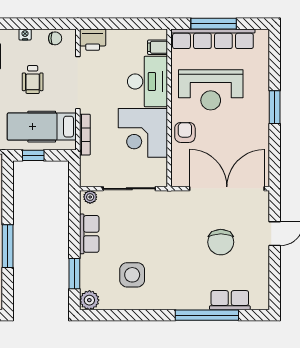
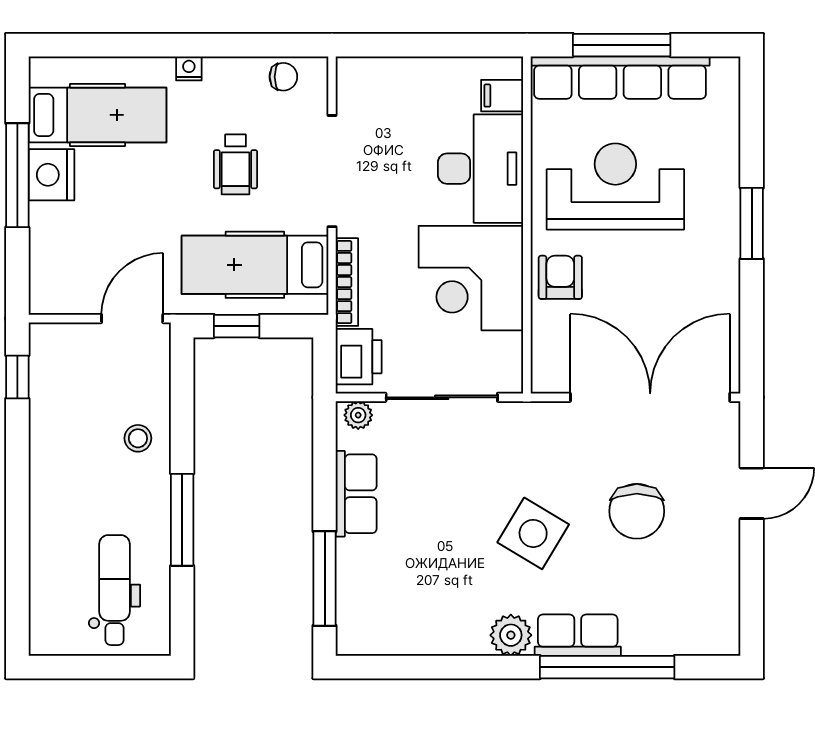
nightstand: (25, 34) -> (189, 68), moved
printer: (93, 40) -> (359, 357), moved, turned -90
reception desk: (211, 90) -> (615, 186), turned 180
window: (74, 274) -> (325, 578), width x1.44
side table: (132, 275) -> (533, 533), moved, turned 31
plant: (89, 300) -> (511, 635), moved
row of seats: (230, 300) -> (578, 635), moved

